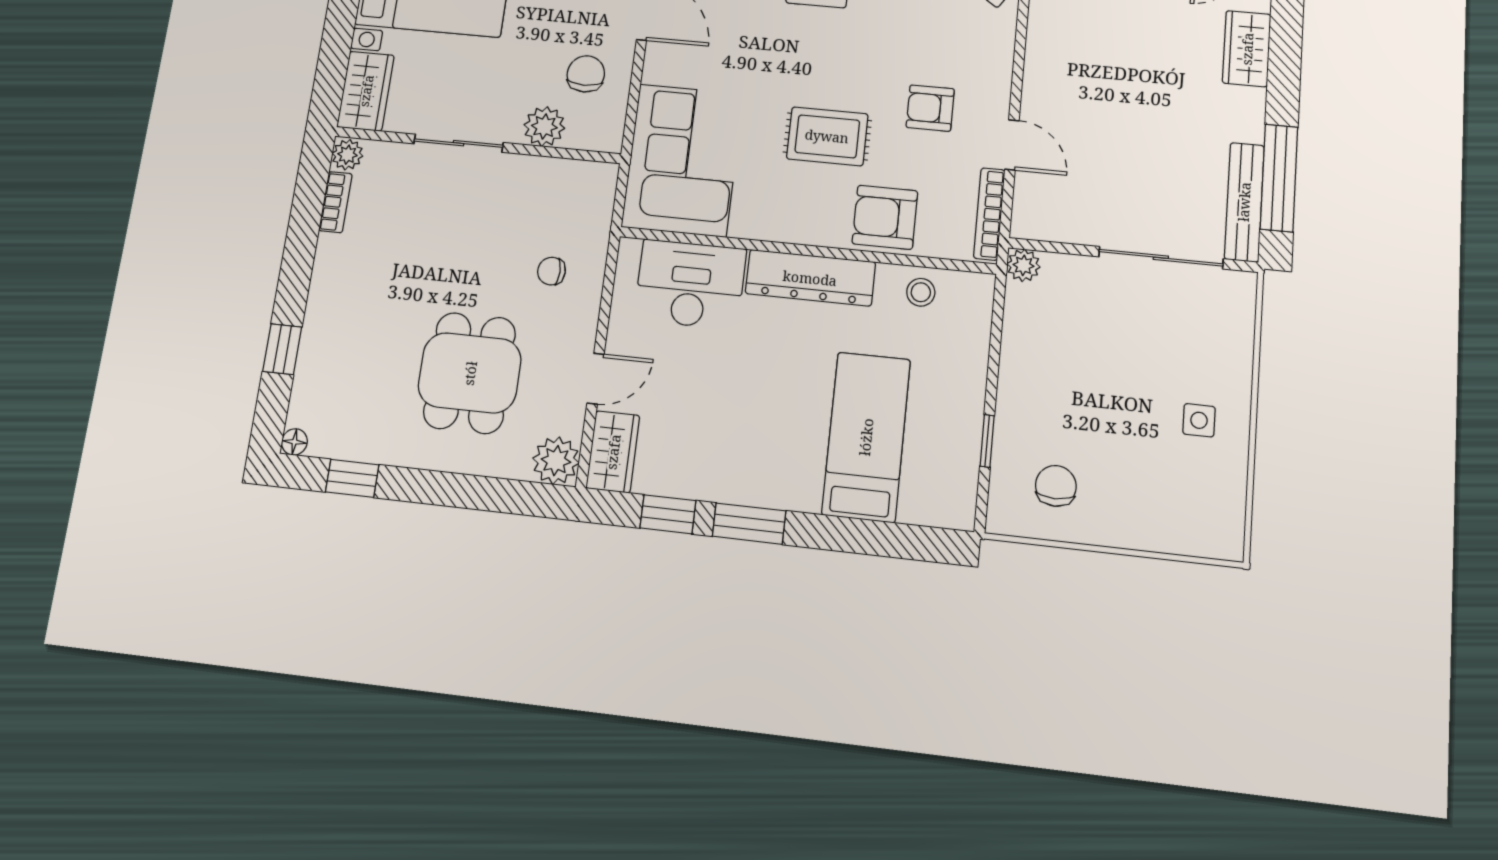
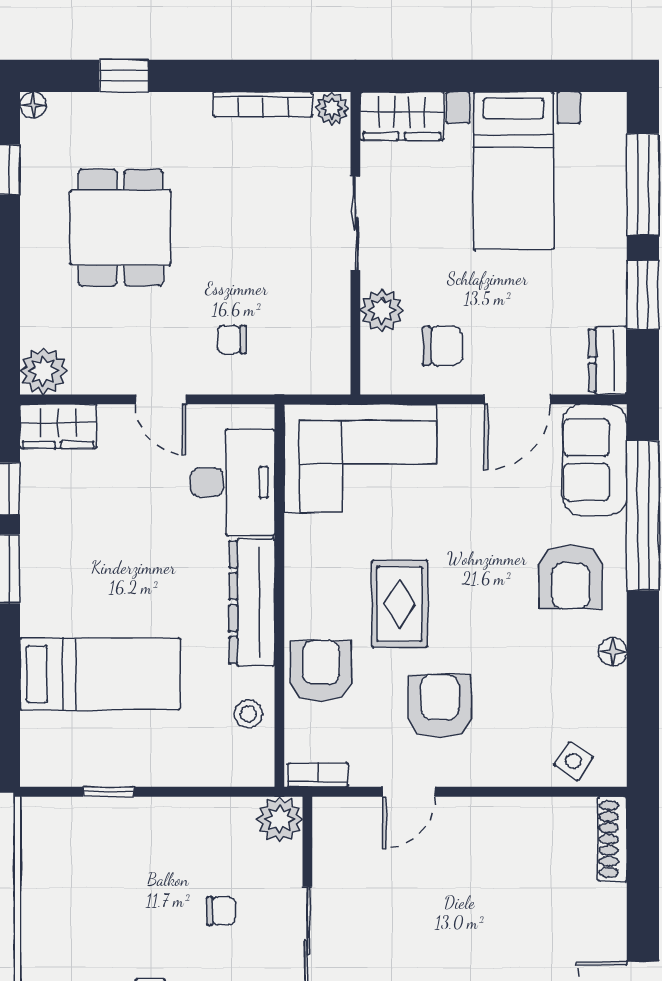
armchair: (930, 108) -> (440, 706), width x1.38, depth x1.38
bookcase: (336, 202) -> (263, 104), width x1.56
bookcase: (989, 214) -> (318, 775), width x0.64
plant: (1023, 265) -> (280, 819), width x1.38, depth x1.38
chair: (551, 271) -> (232, 339), turned -90
dining table: (470, 373) -> (121, 228), moved, turned 90
door: (596, 379) -> (161, 399), moved
chair: (1056, 486) -> (221, 911), moved, width x0.73, depth x0.73

